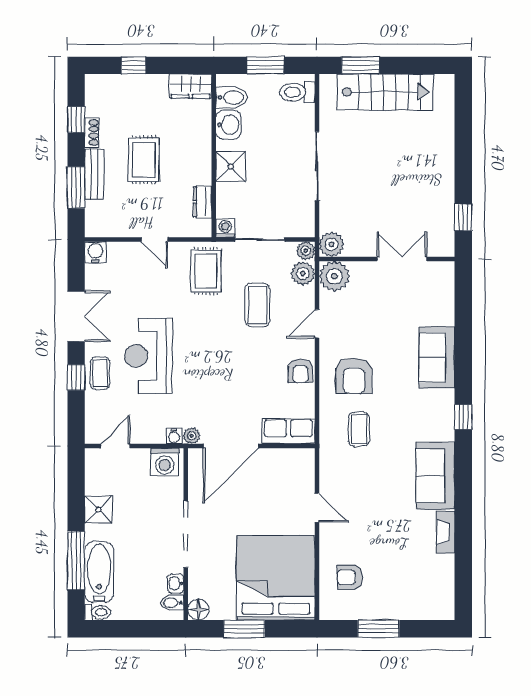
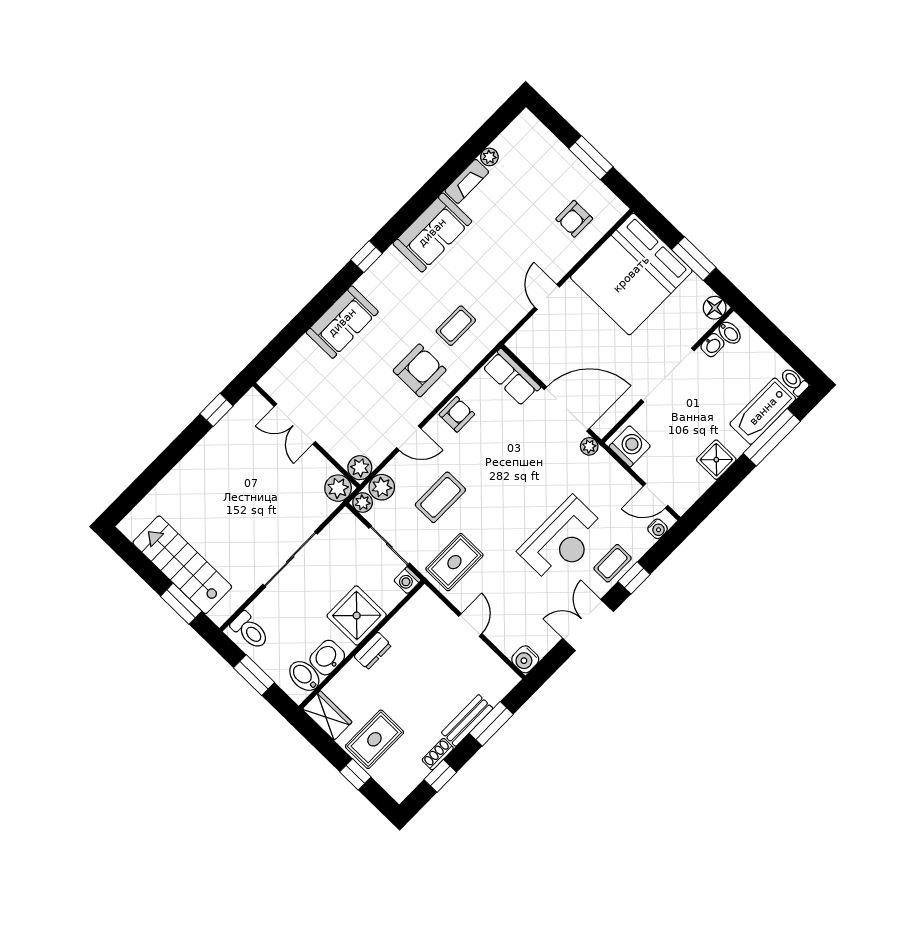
rug: (144, 160) -> (374, 739), moved
shower: (231, 166) -> (357, 615), width x1.36, depth x1.36
dresser: (202, 202) -> (373, 651), moved
plant: (334, 276) -> (360, 468), width x0.73, depth x0.73
water cooler: (174, 436) -> (658, 529), moved, turned 90
plant: (446, 563) -> (489, 157), added
armchair: (350, 577) -> (574, 219), turned 90

